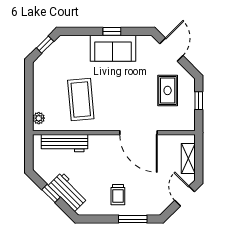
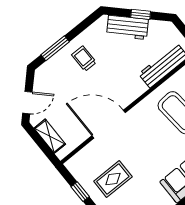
rug: (168, 90) -> (113, 179), turned 90
door: (185, 196) -> (27, 103), hinge flipped

